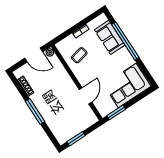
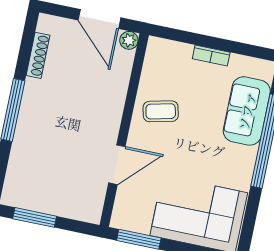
coffee table: (79, 55) -> (161, 111), moved

